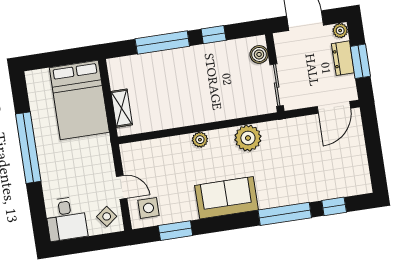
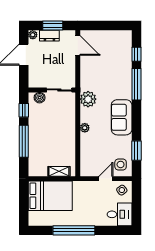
boiler: (259, 54) -> (40, 98), moved
wall: (275, 73) -> (52, 90), moved
sliding door: (277, 85) -> (59, 90), moved

